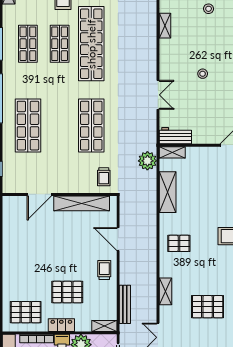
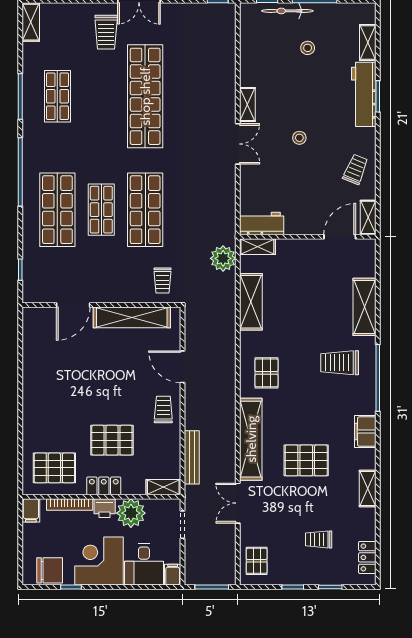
shelving: (165, 26) -> (247, 104), moved
shop shelf: (60, 44) -> (101, 210), moved
double door: (158, 95) -> (238, 144), moved
pallet: (179, 243) -> (267, 373), turned 90
shelving: (165, 291) -> (251, 439), width x2.20, depth x1.33

